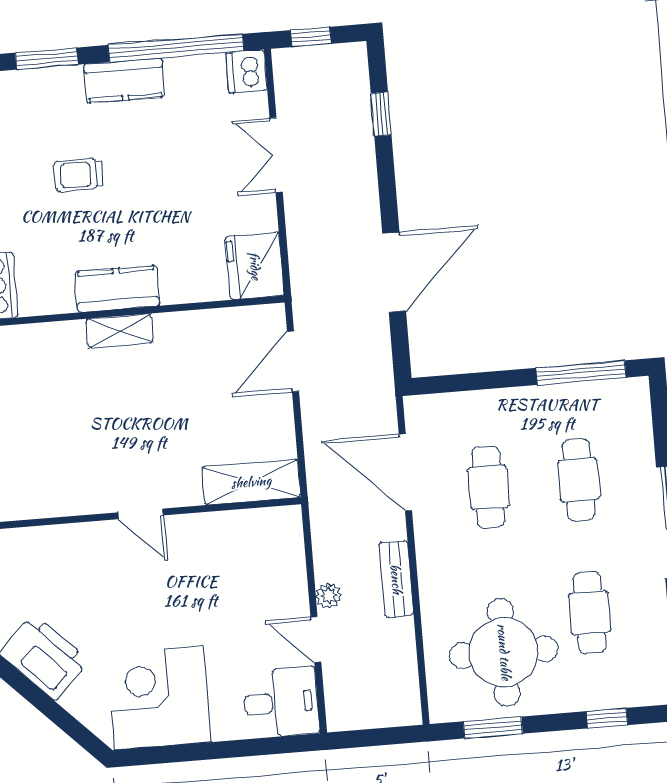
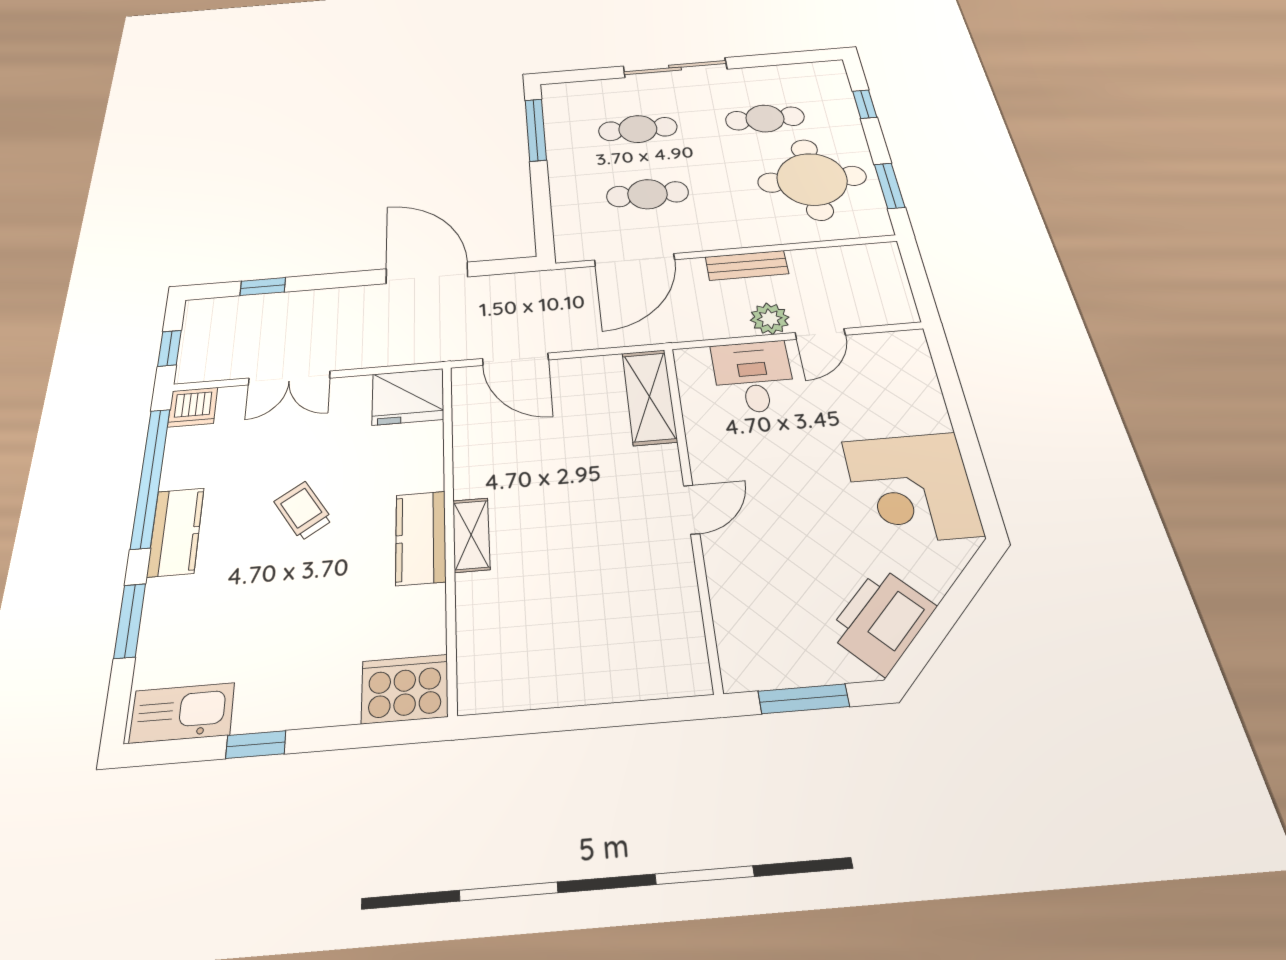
trolley: (79, 175) -> (303, 511), moved, turned 147
plant: (329, 596) -> (770, 319), width x1.38, depth x1.38
desk: (281, 702) -> (753, 377), moved

